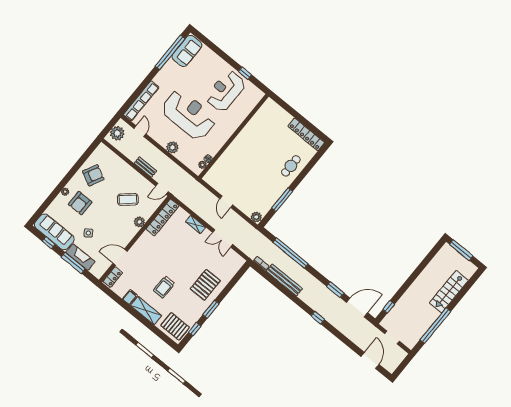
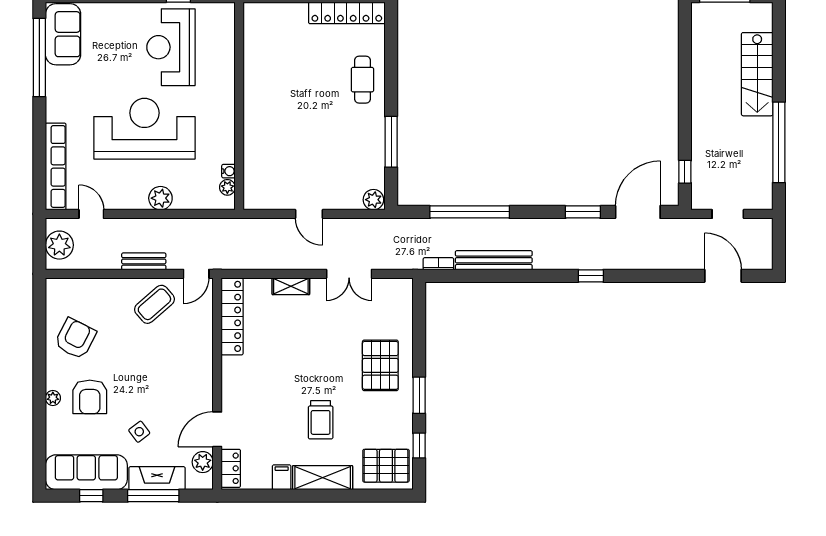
coffee table: (128, 199) -> (154, 304), moved
plant: (139, 222) -> (203, 462), moved

